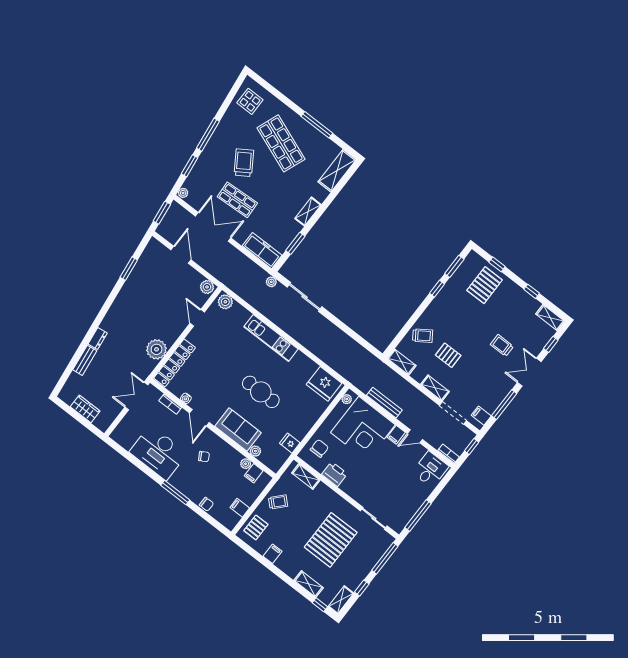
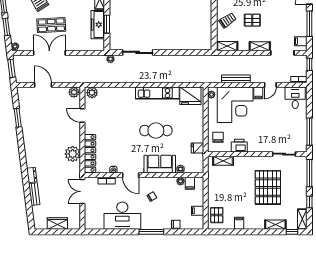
freezer: (262, 251) -> (98, 25), moved, turned -90
kitchen unit: (271, 338) -> (157, 93), moved
trolley: (278, 502) -> (218, 189), removed

